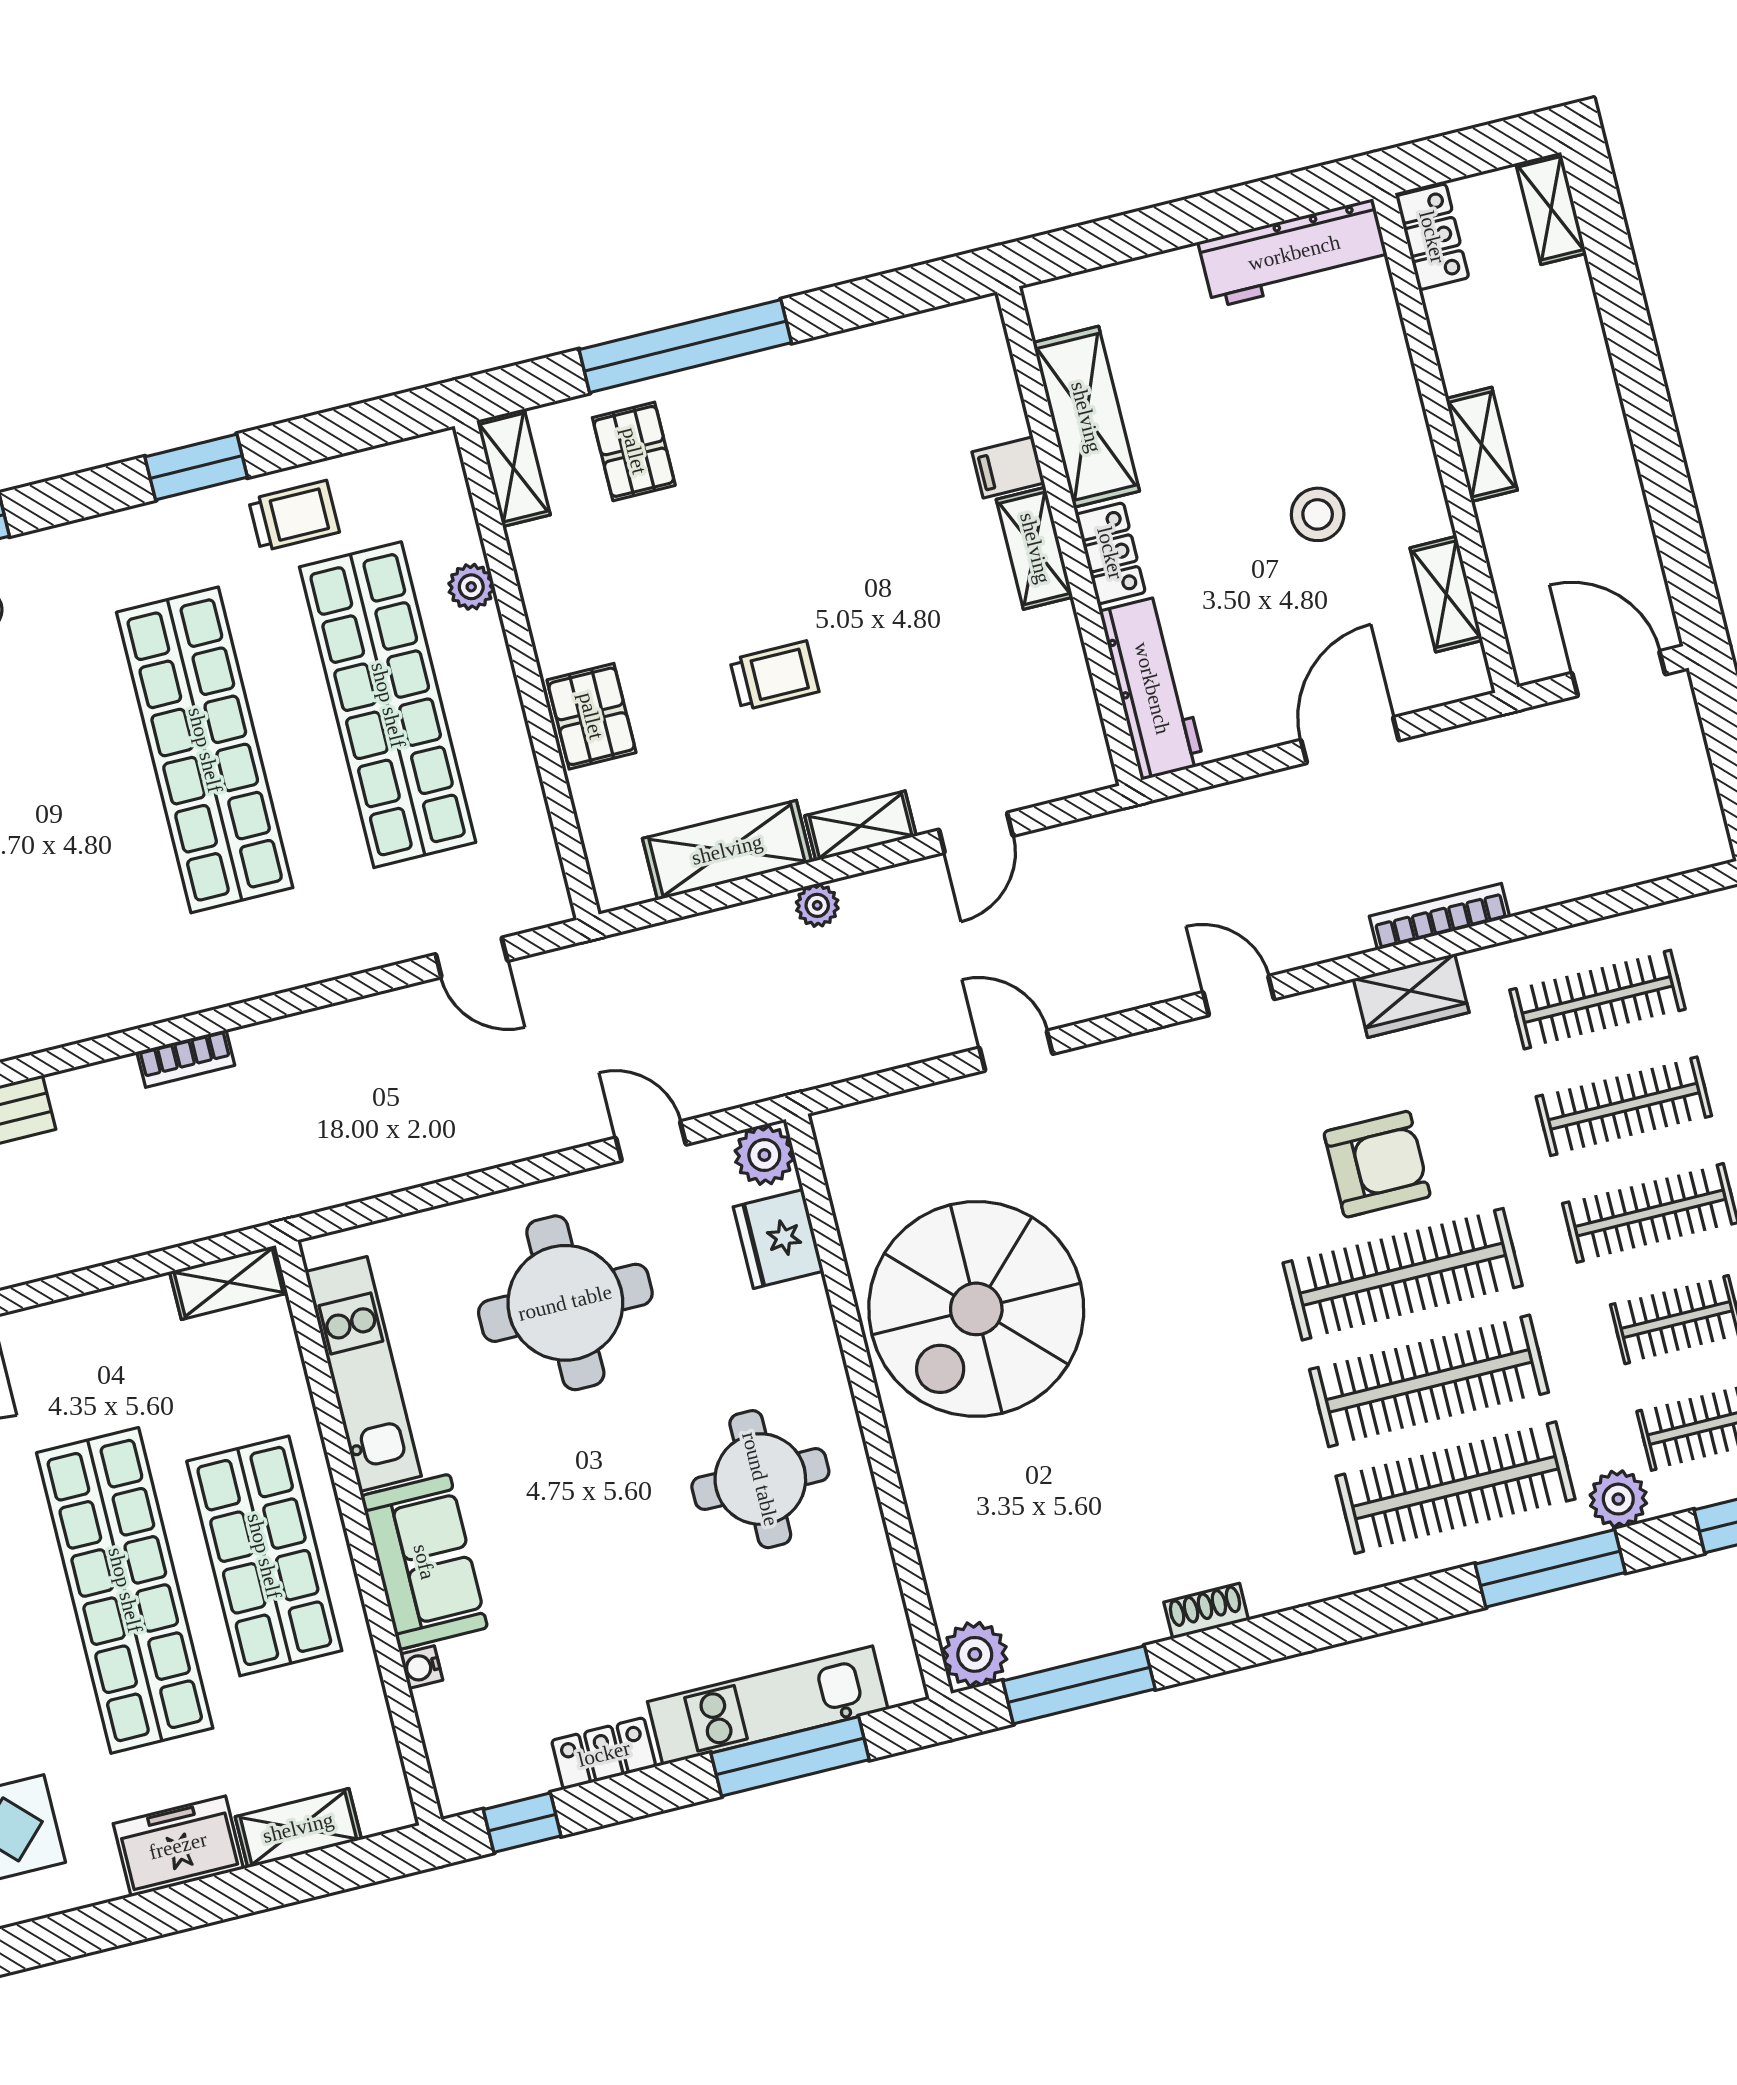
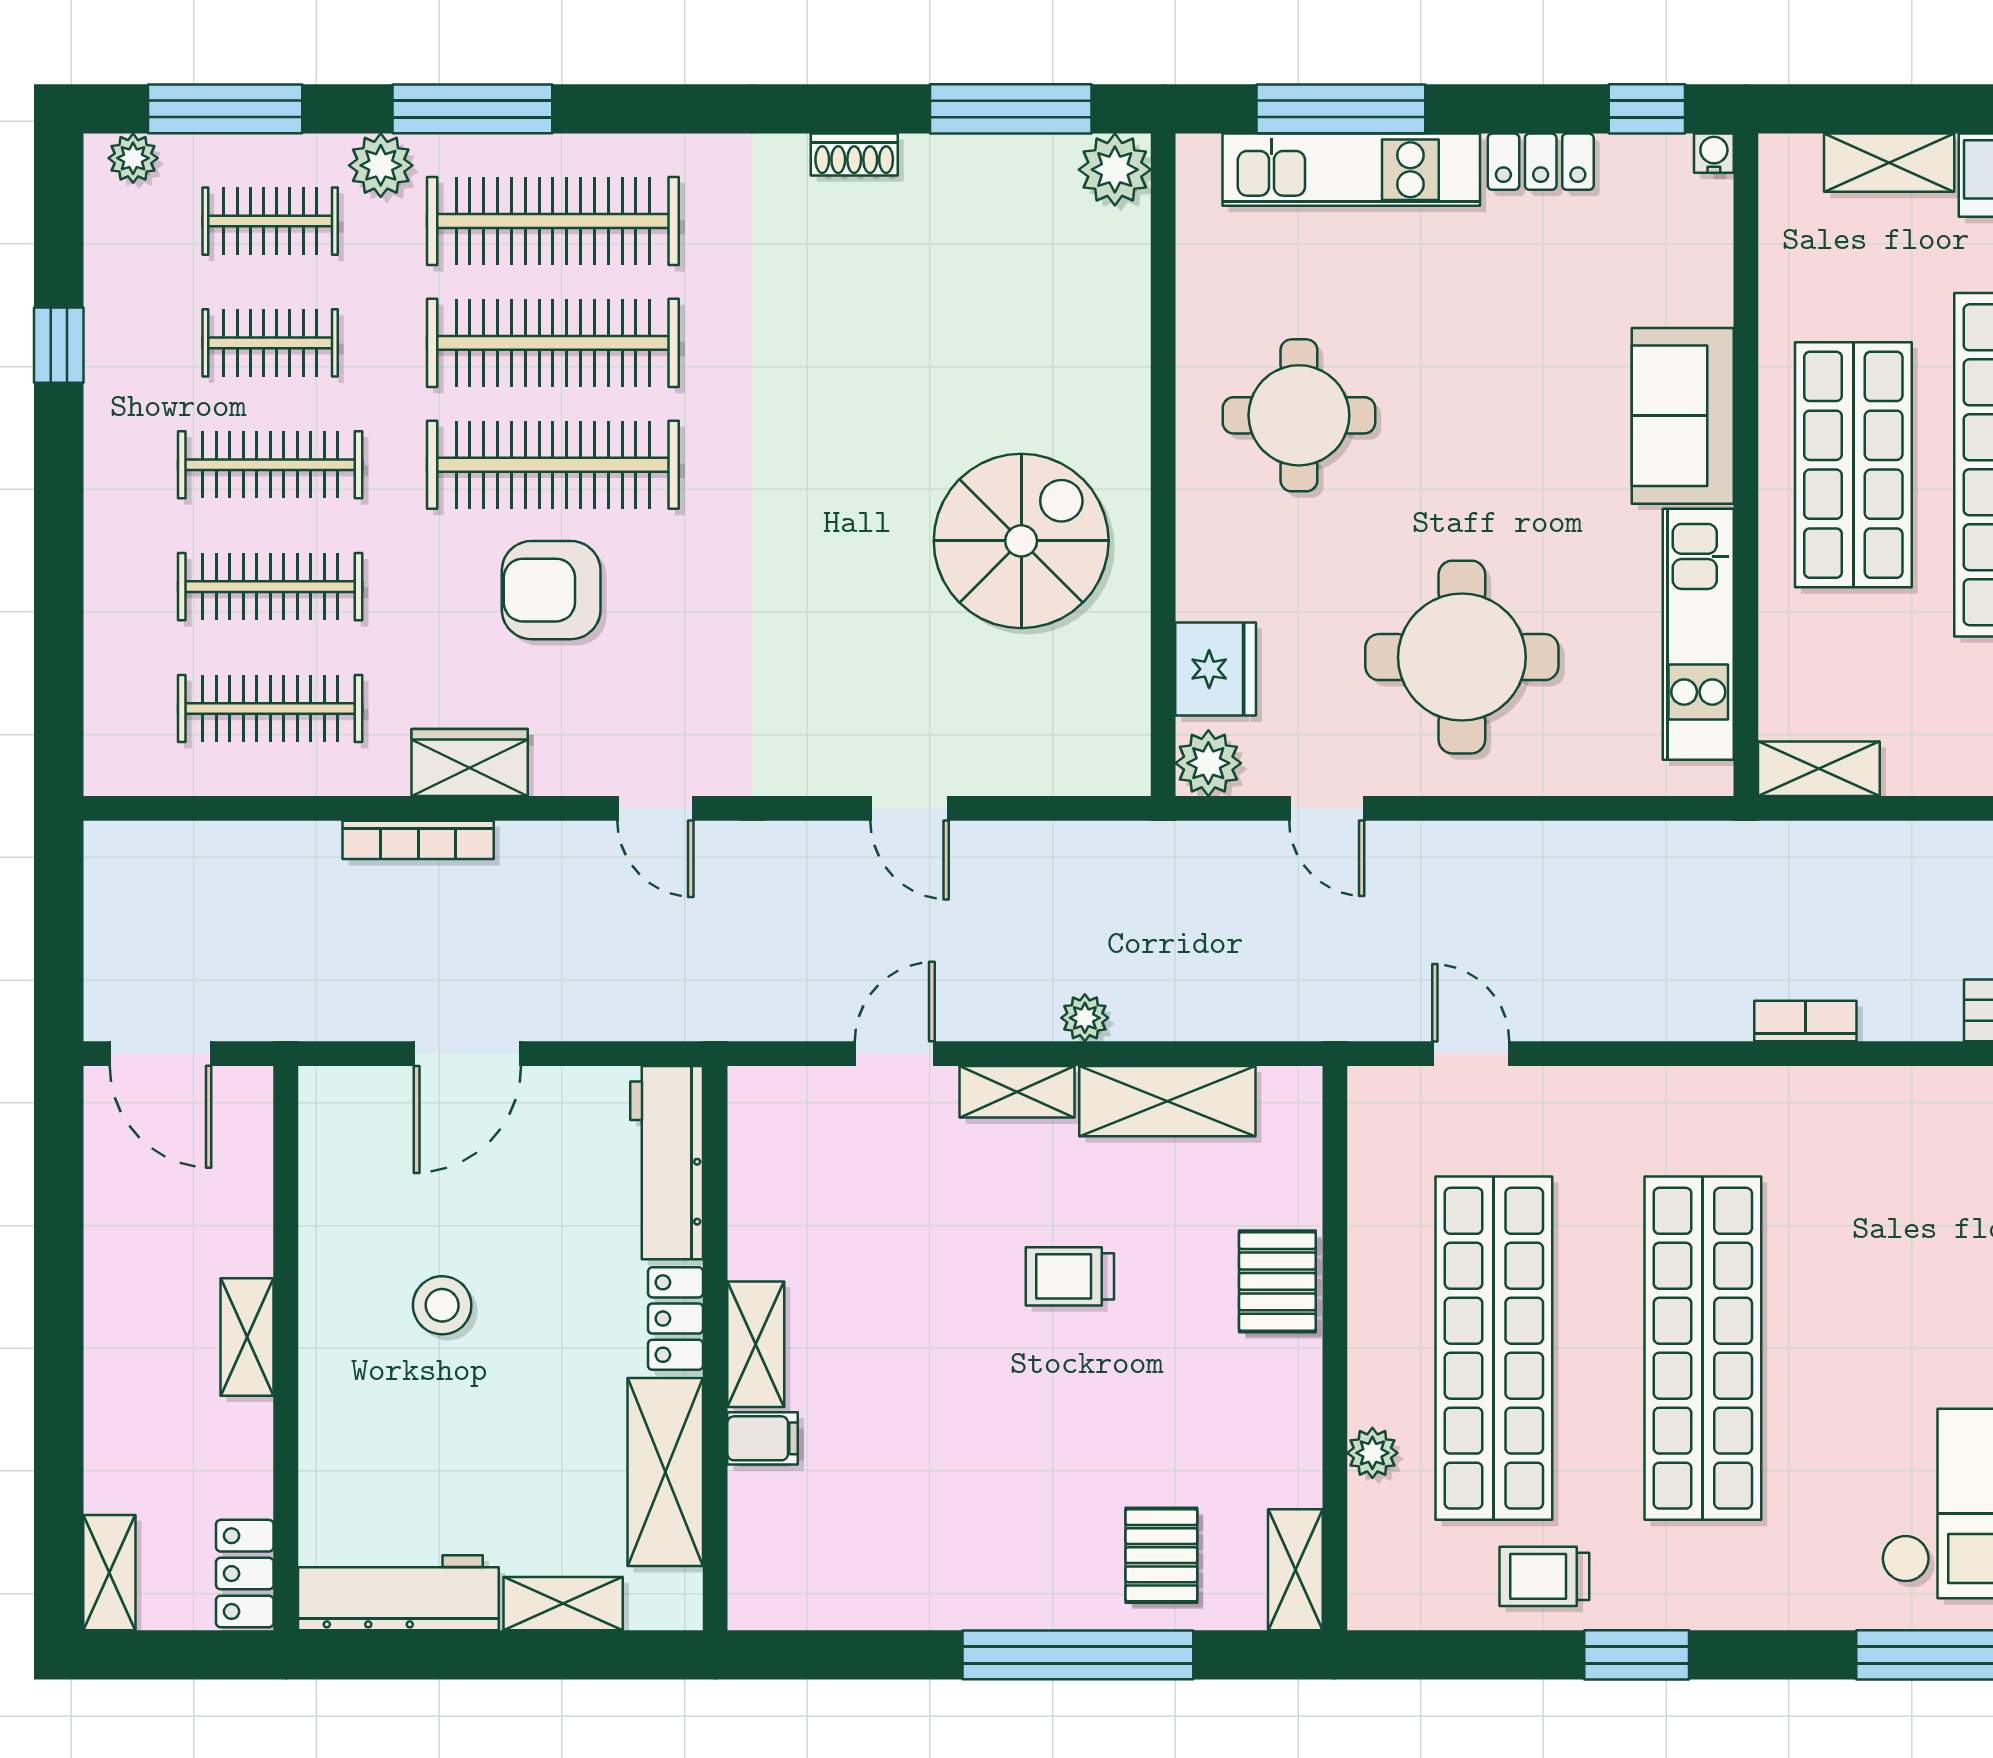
shelving: (1446, 594) -> (563, 1604), moved, turned 90
spiral stairs: (976, 1309) -> (1021, 541), width x0.73, depth x0.73
water cooler: (421, 1667) -> (1714, 153), moved, turned -90

